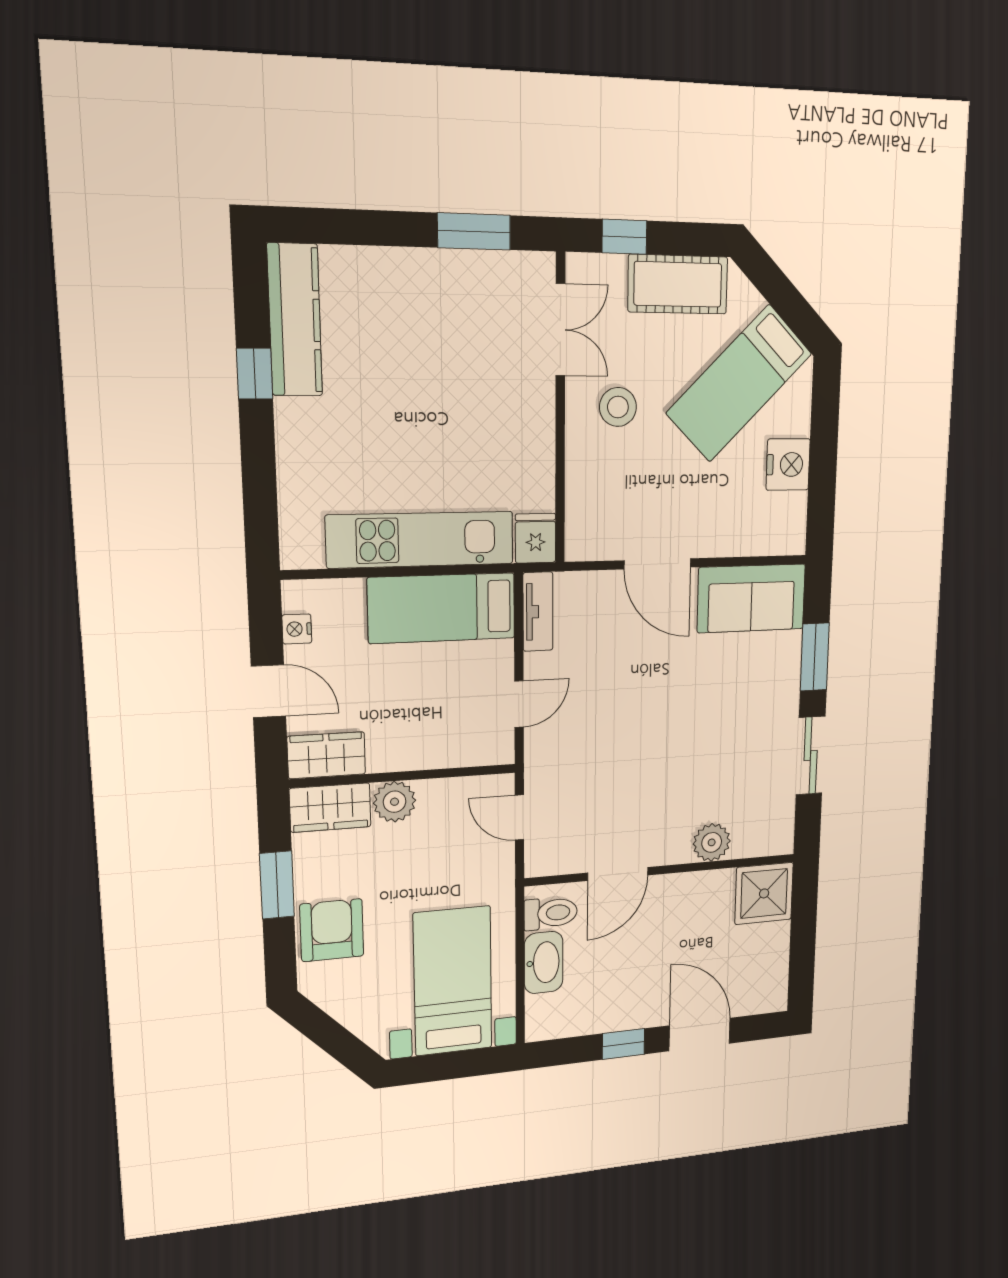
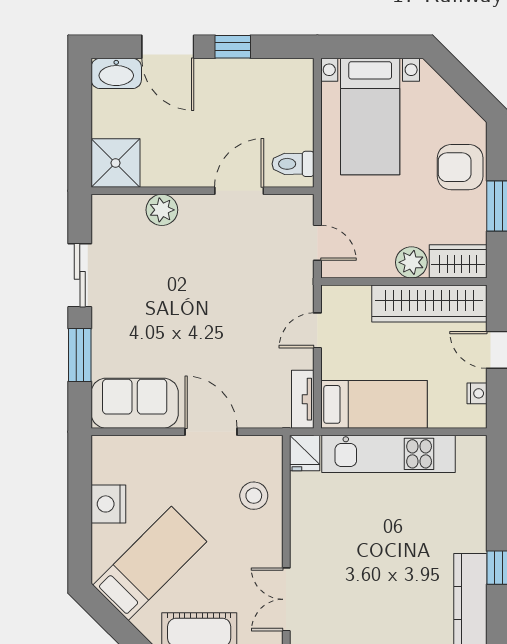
stool: (618, 407) -> (254, 496), moved
wardrobe: (326, 755) -> (429, 304), width x2.10, depth x1.17
armchair: (332, 930) -> (460, 167), turned 90
washbasin: (544, 963) -> (116, 73), moved, turned -90

